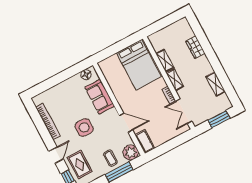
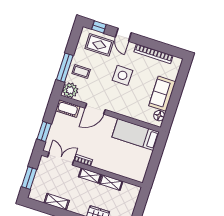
bed: (139, 65) -> (136, 135), moved, width x0.67
sofa: (100, 97) -> (162, 94), moved, turned -90
window: (177, 141) -> (44, 132), added

